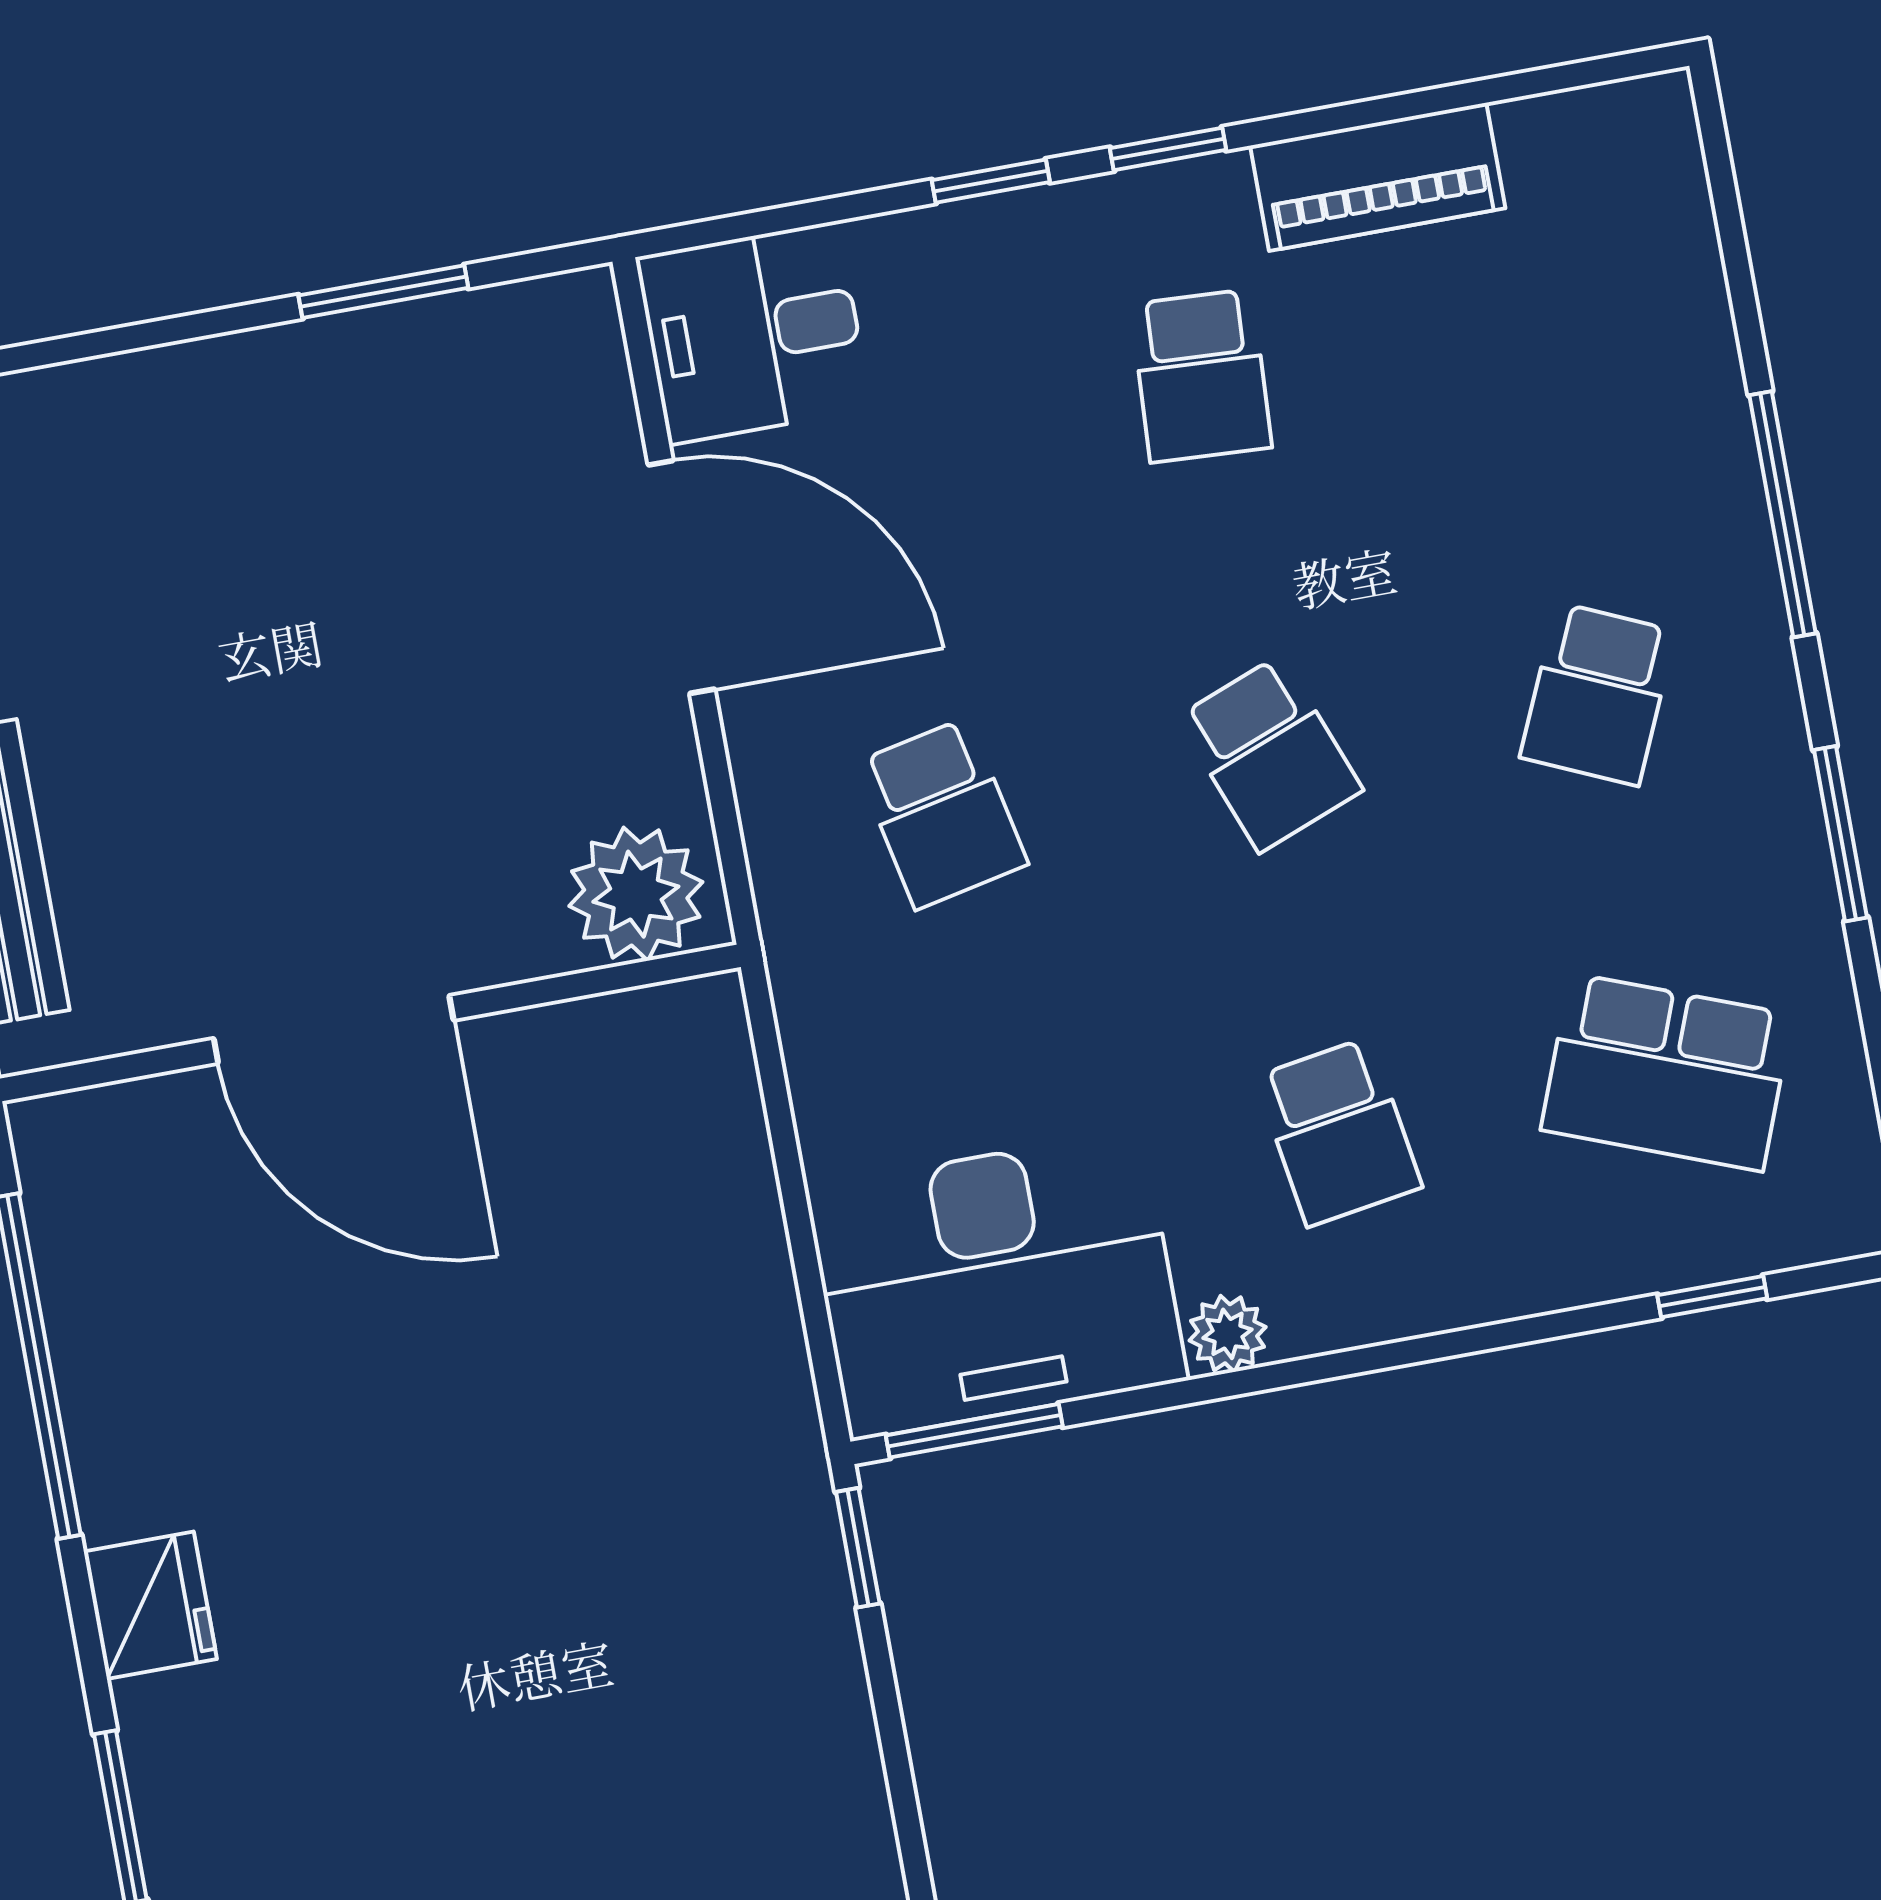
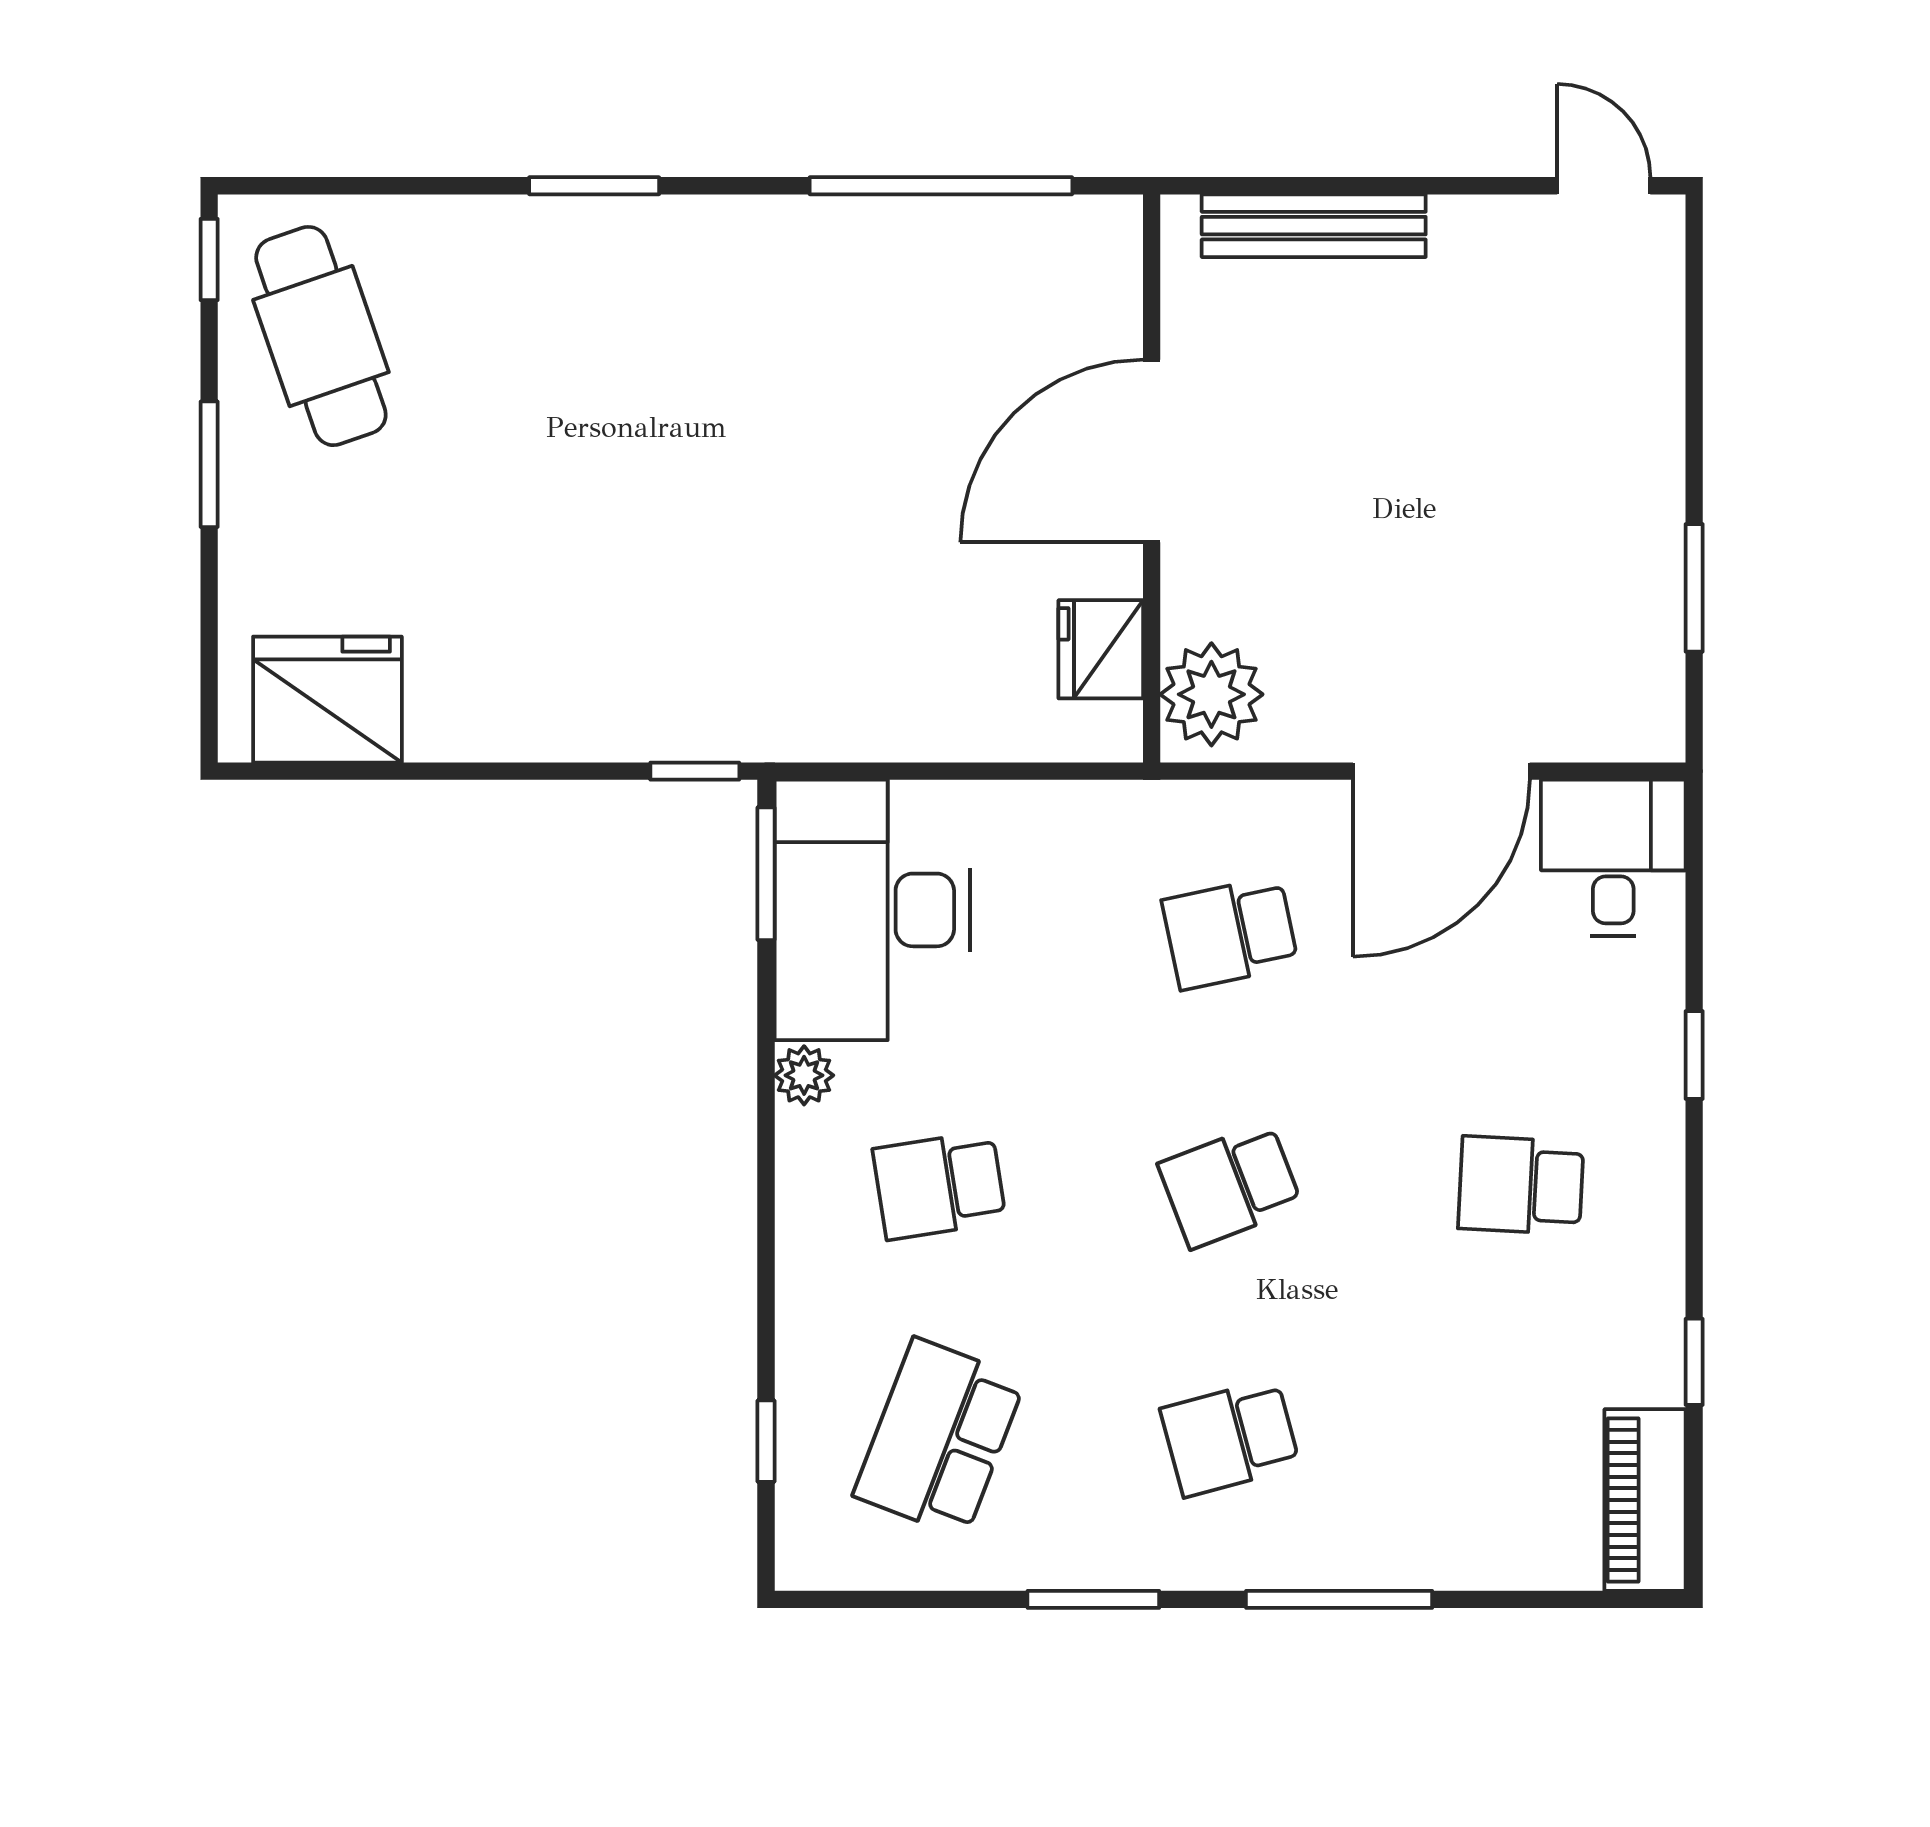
window: (1168, 149) -> (1694, 1362), moved
piano: (1378, 177) -> (1645, 1500), moved
school desk: (1598, 694) -> (1230, 1438), turned -39
fridge: (150, 1605) -> (1101, 649), moved, turned 90

